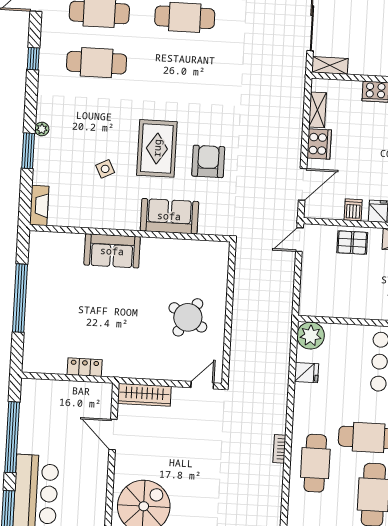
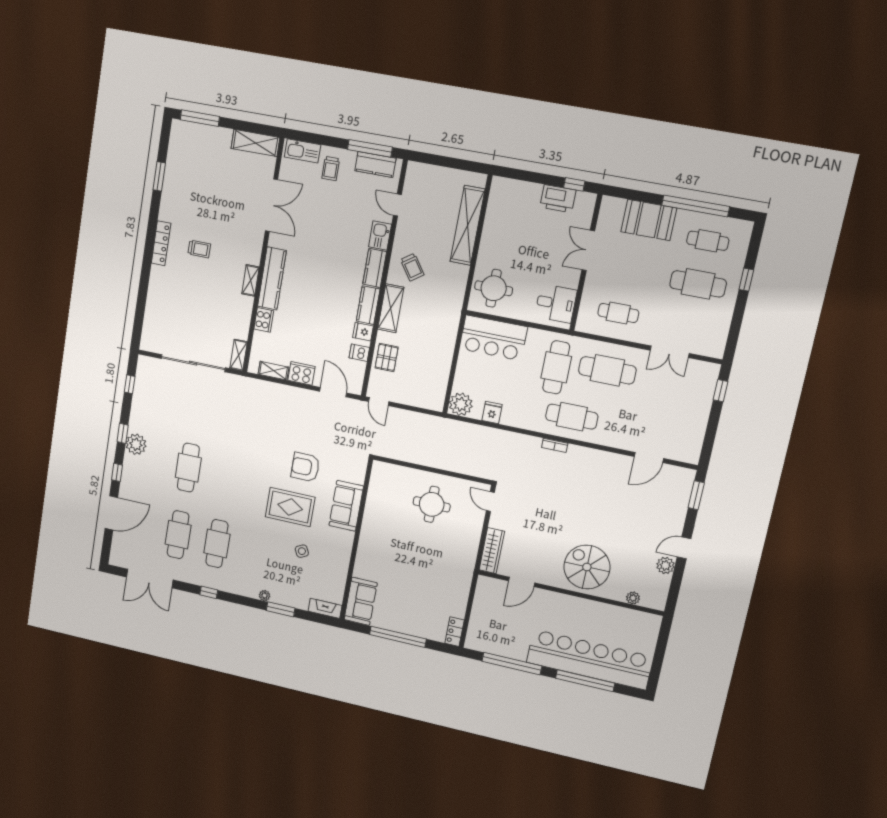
sofa: (112, 251) -> (361, 601), moved
round table: (188, 317) -> (432, 504), turned -32
locker: (85, 367) -> (455, 632), moved

